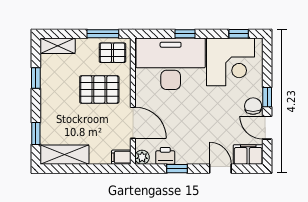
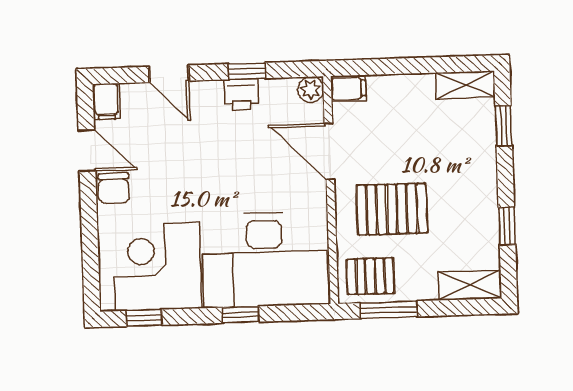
window: (267, 97) -> (89, 205), removed
filing cabinet: (248, 154) -> (106, 101), width x0.50
shelving: (64, 155) -> (465, 85), width x0.67, depth x0.75
printer: (165, 156) -> (241, 94), moved

